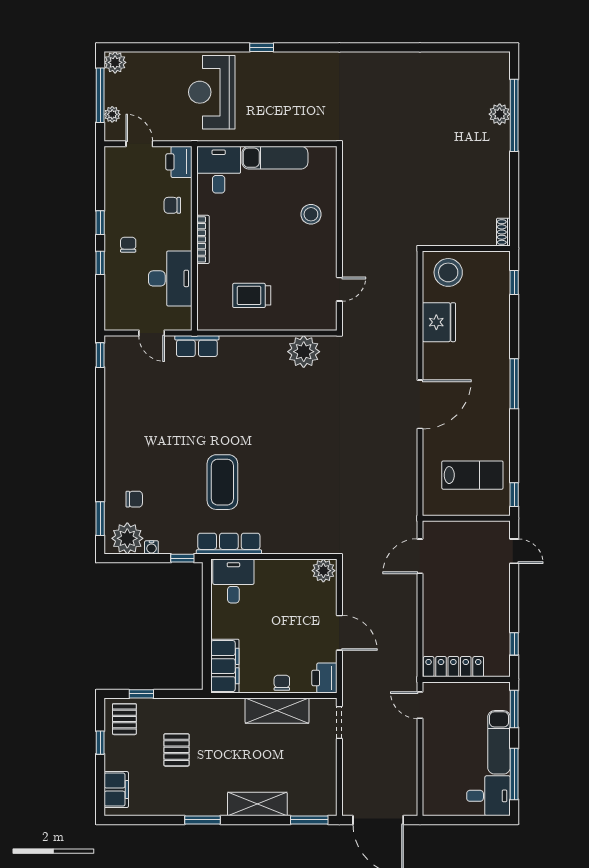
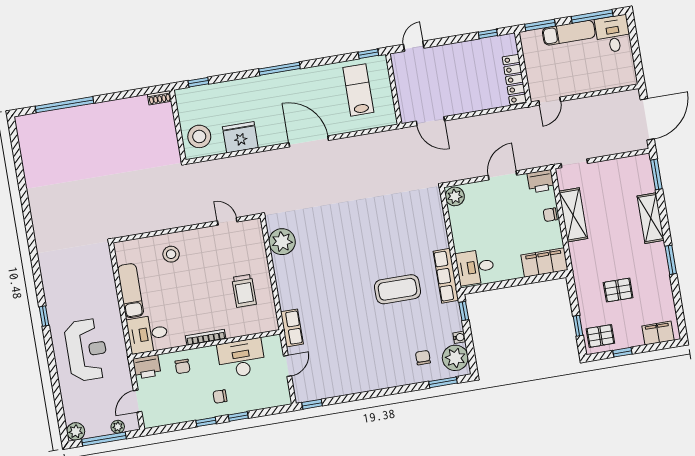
reception desk: (212, 92) -> (87, 350), turned -90
plant: (500, 114) -> (66, 117), removed

